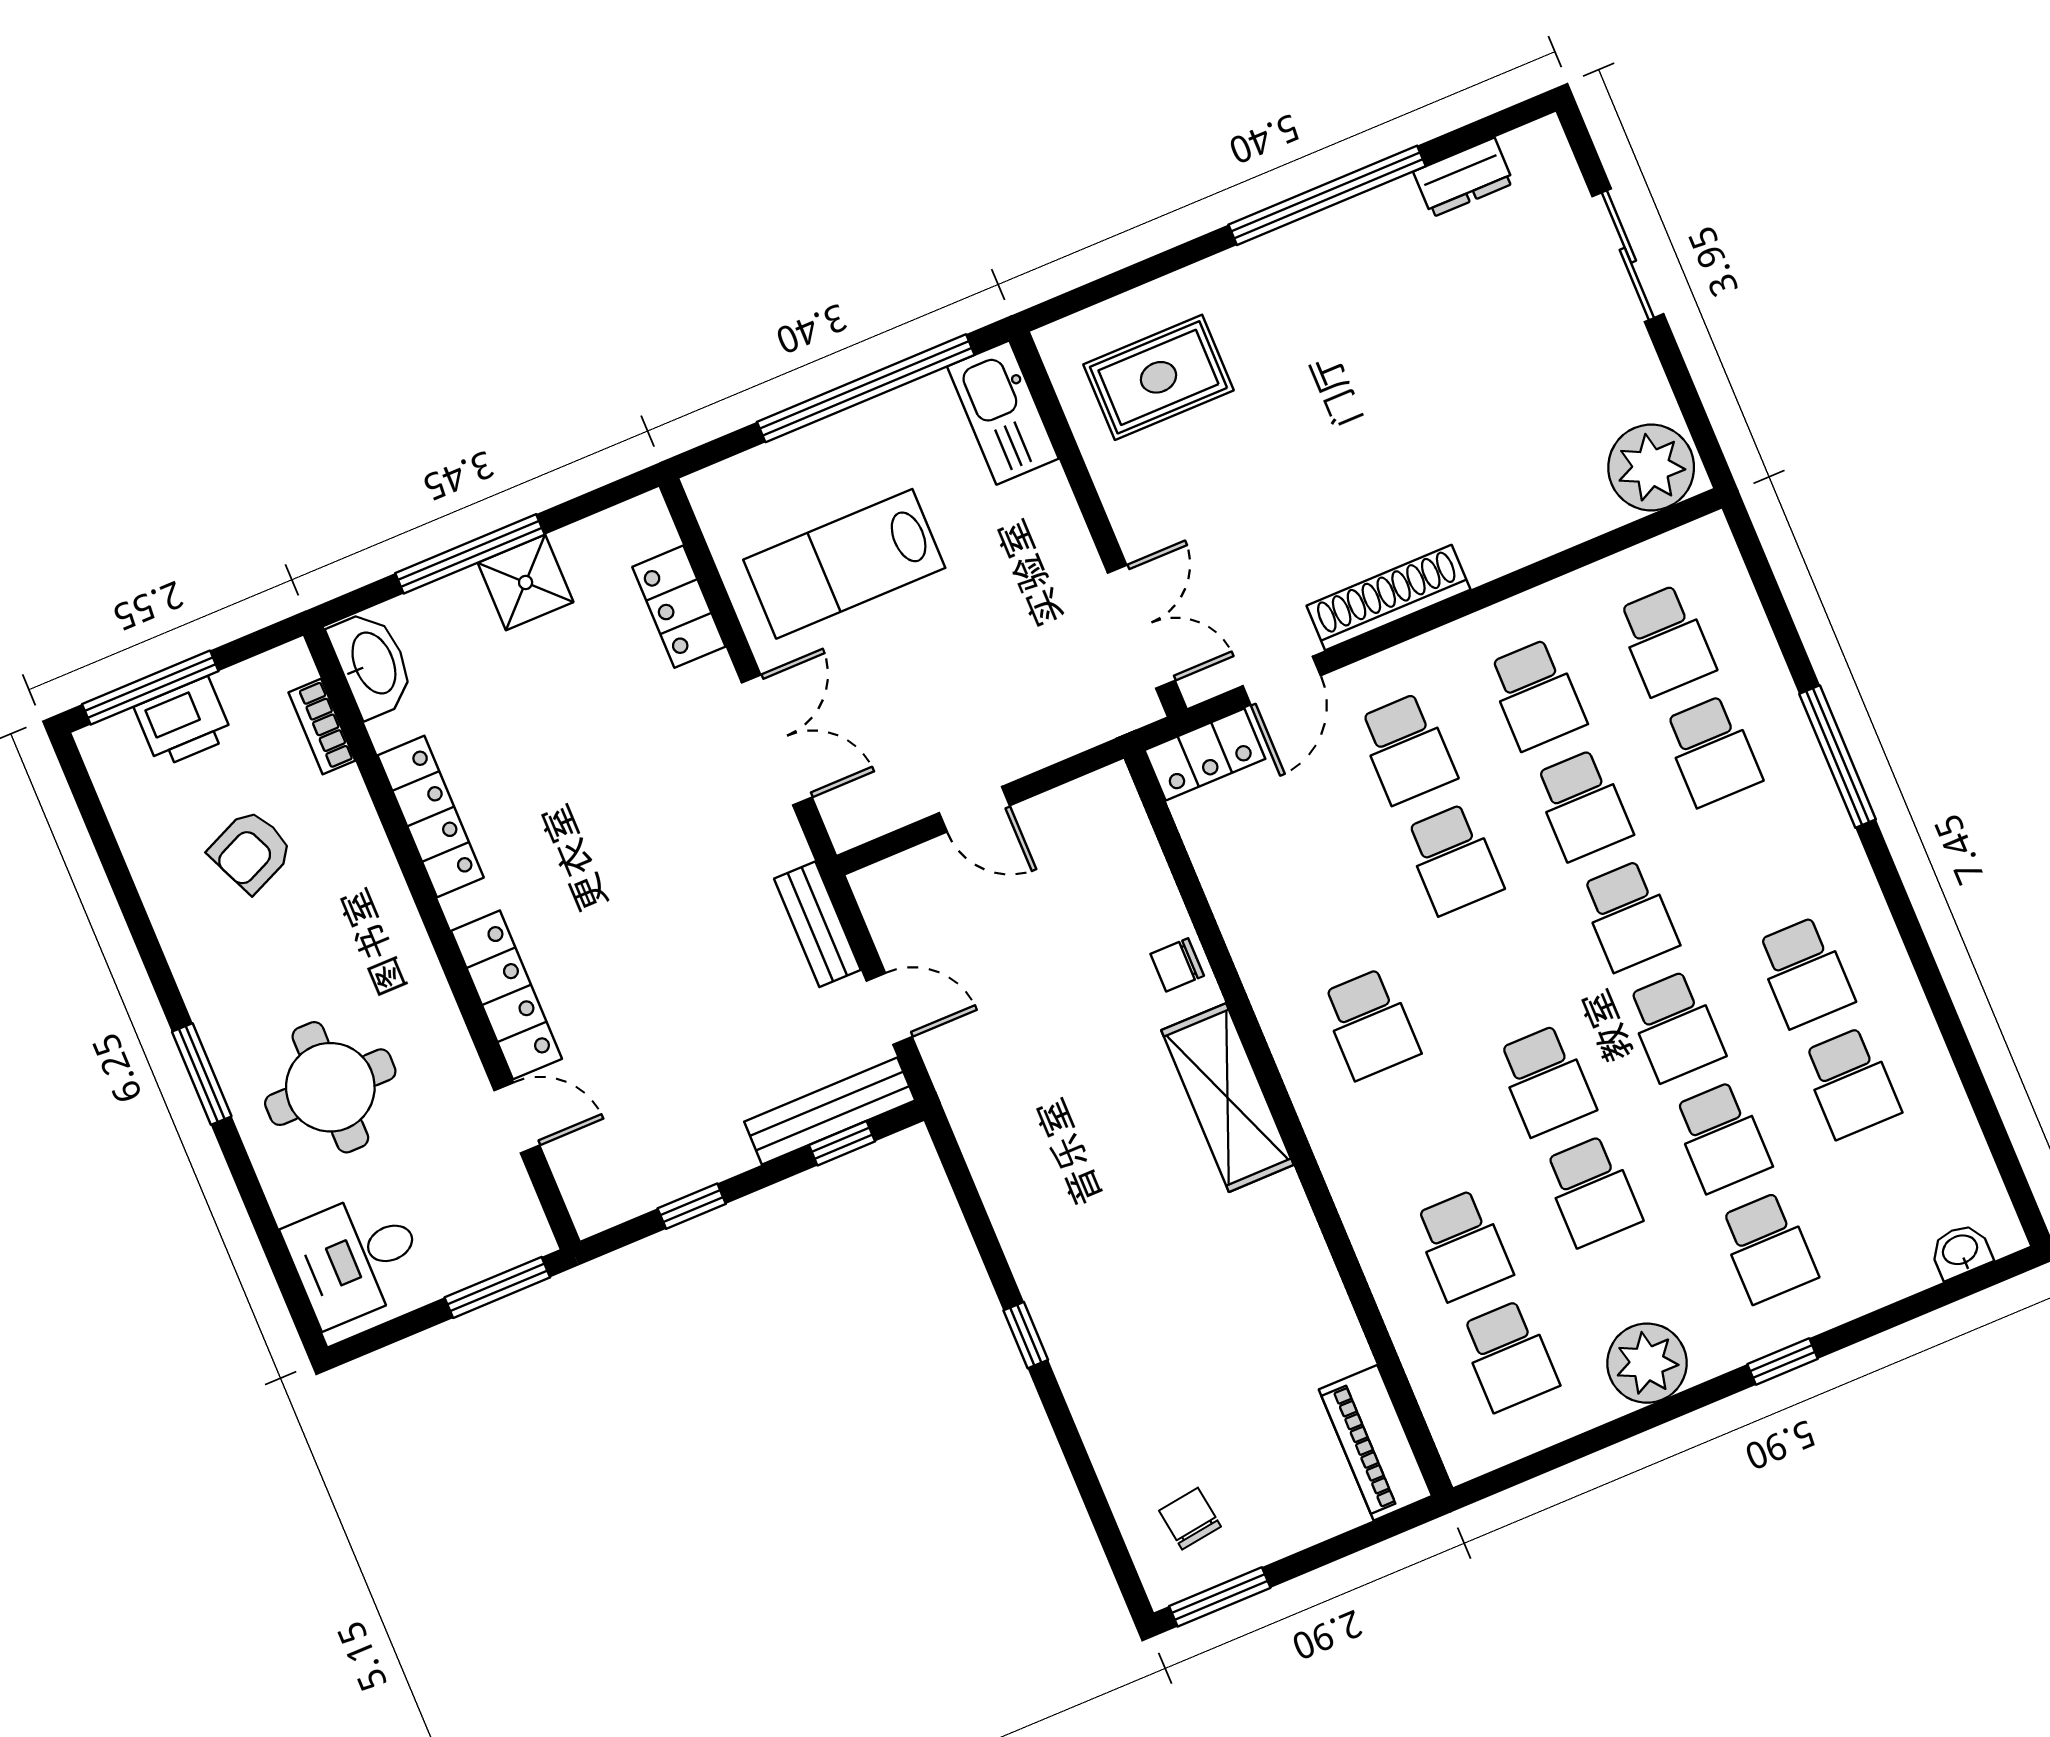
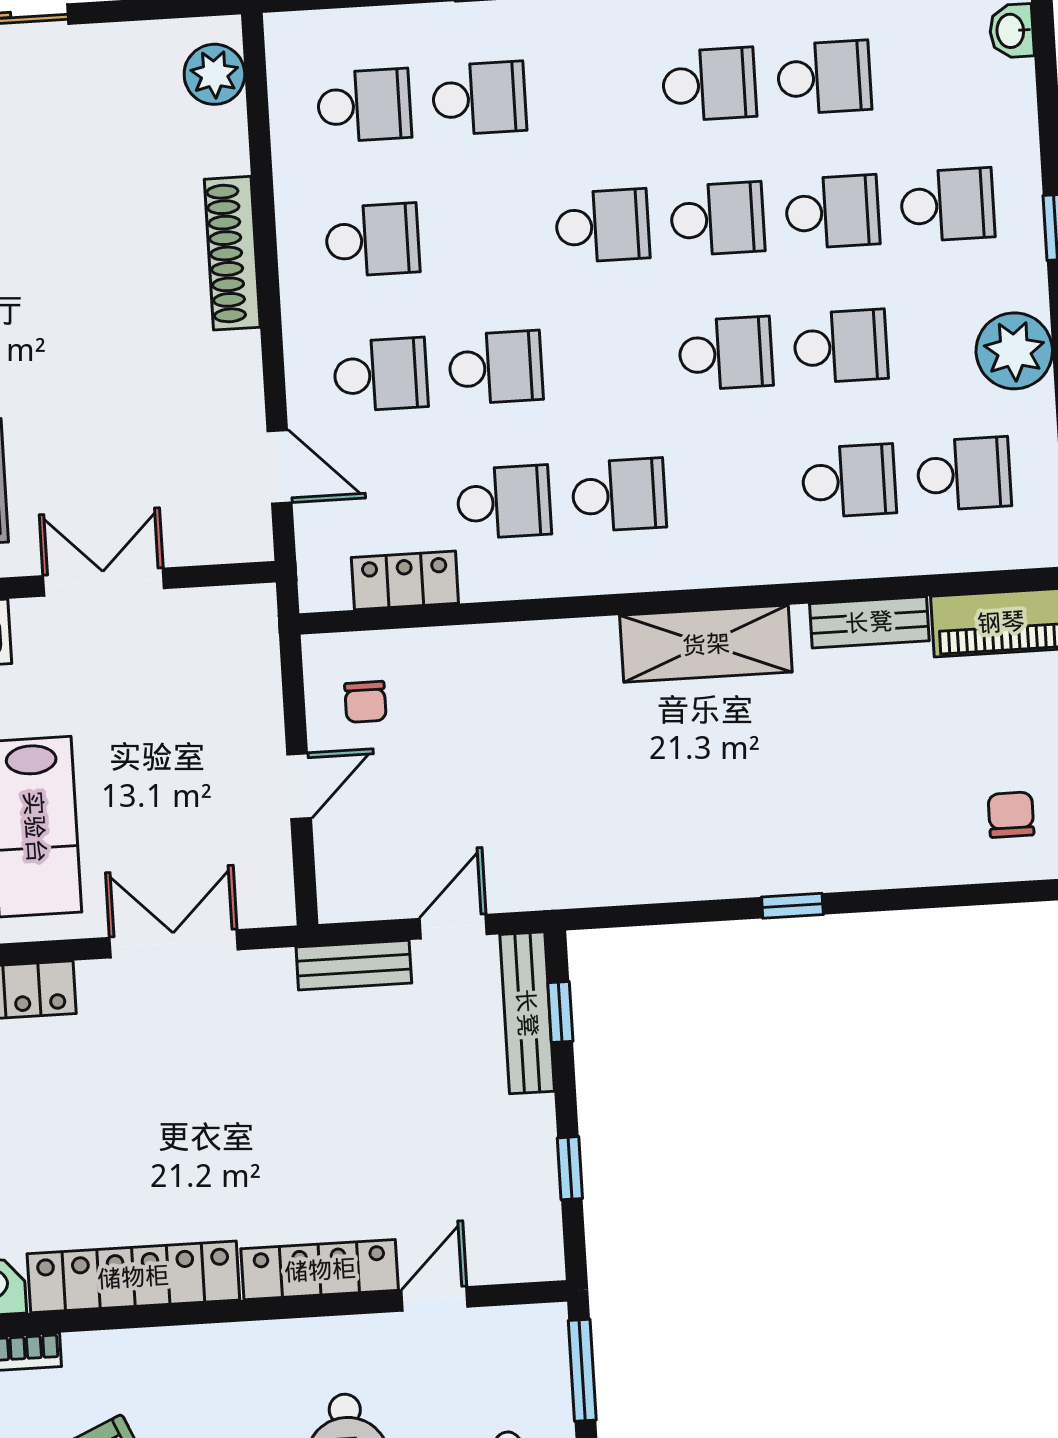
plant: (1651, 467) -> (214, 74), width x0.73, depth x0.73
shoe rack: (1388, 598) -> (232, 253), moved
double door: (1141, 627) -> (104, 582), moved
locker: (1205, 755) -> (405, 580), moved, turned -90
school desk: (1583, 805) -> (504, 502), moved
locker: (431, 816) -> (133, 1277), width x1.41, depth x1.21
chair: (1177, 965) -> (365, 702), moved
shelving: (1227, 1098) -> (706, 644), moved
bench: (1331, 1313) -> (869, 622), added
chair: (1190, 1519) -> (1011, 815), turned 98

